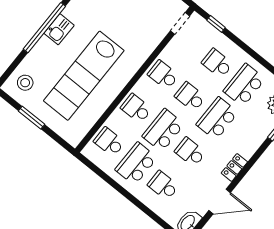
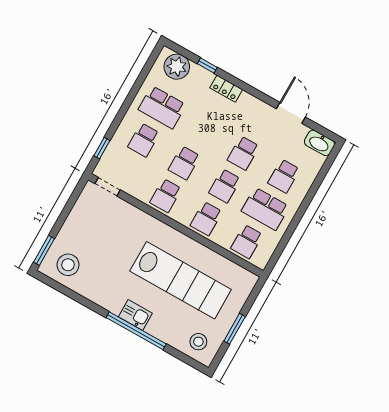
school desk: (217, 119) -> (203, 130), removed
school desk: (163, 130) -> (225, 186), width x0.54
locker: (234, 167) -> (226, 89), moved

